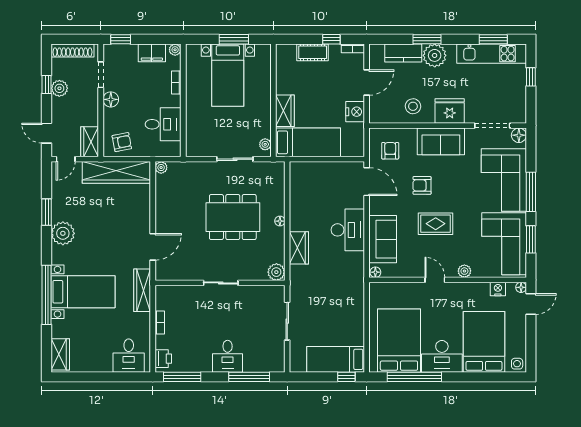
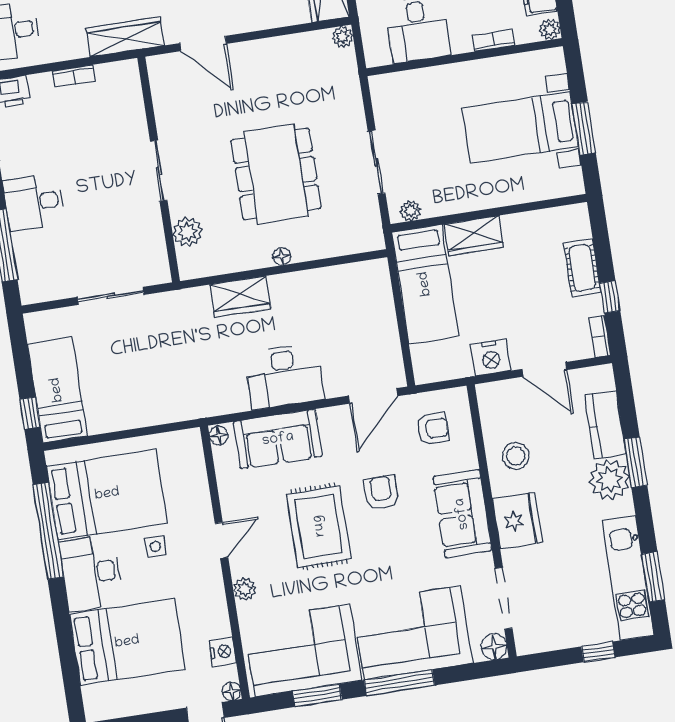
rug: (436, 224) -> (319, 526), width x1.36, depth x1.43
plant: (276, 272) -> (188, 232), moved
side table: (517, 364) -> (155, 546), moved

